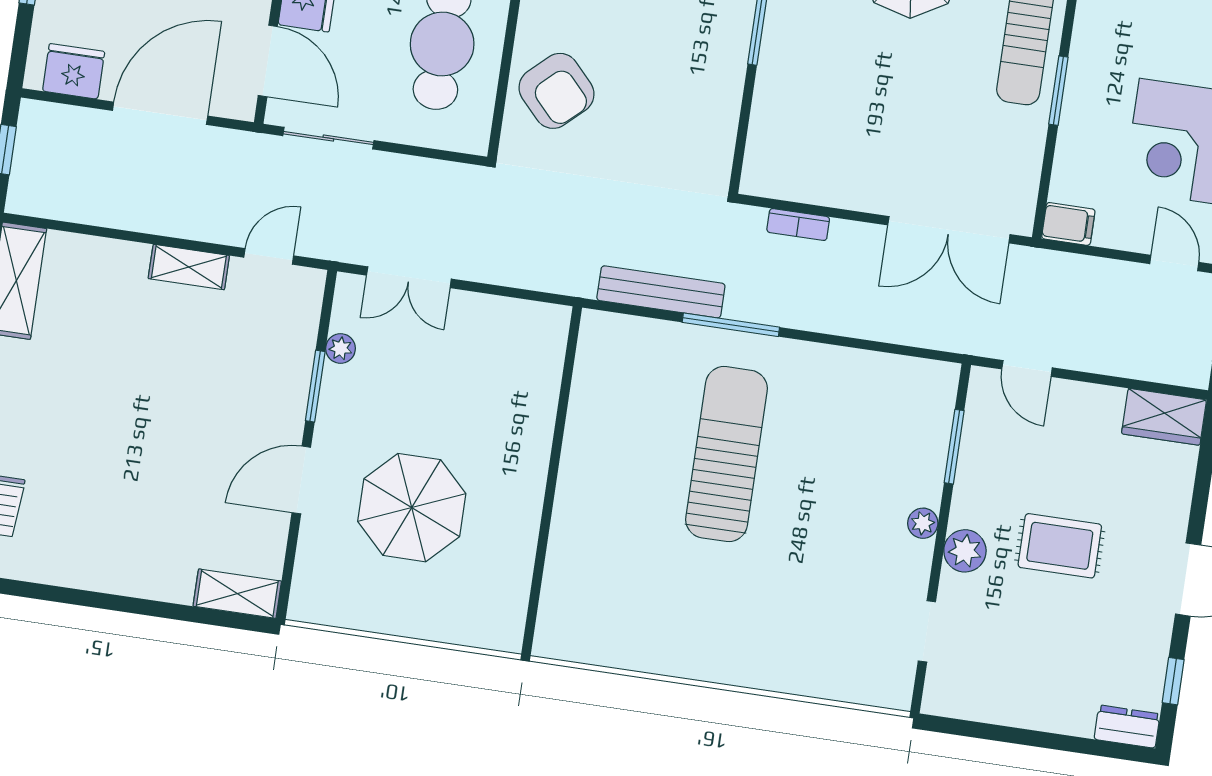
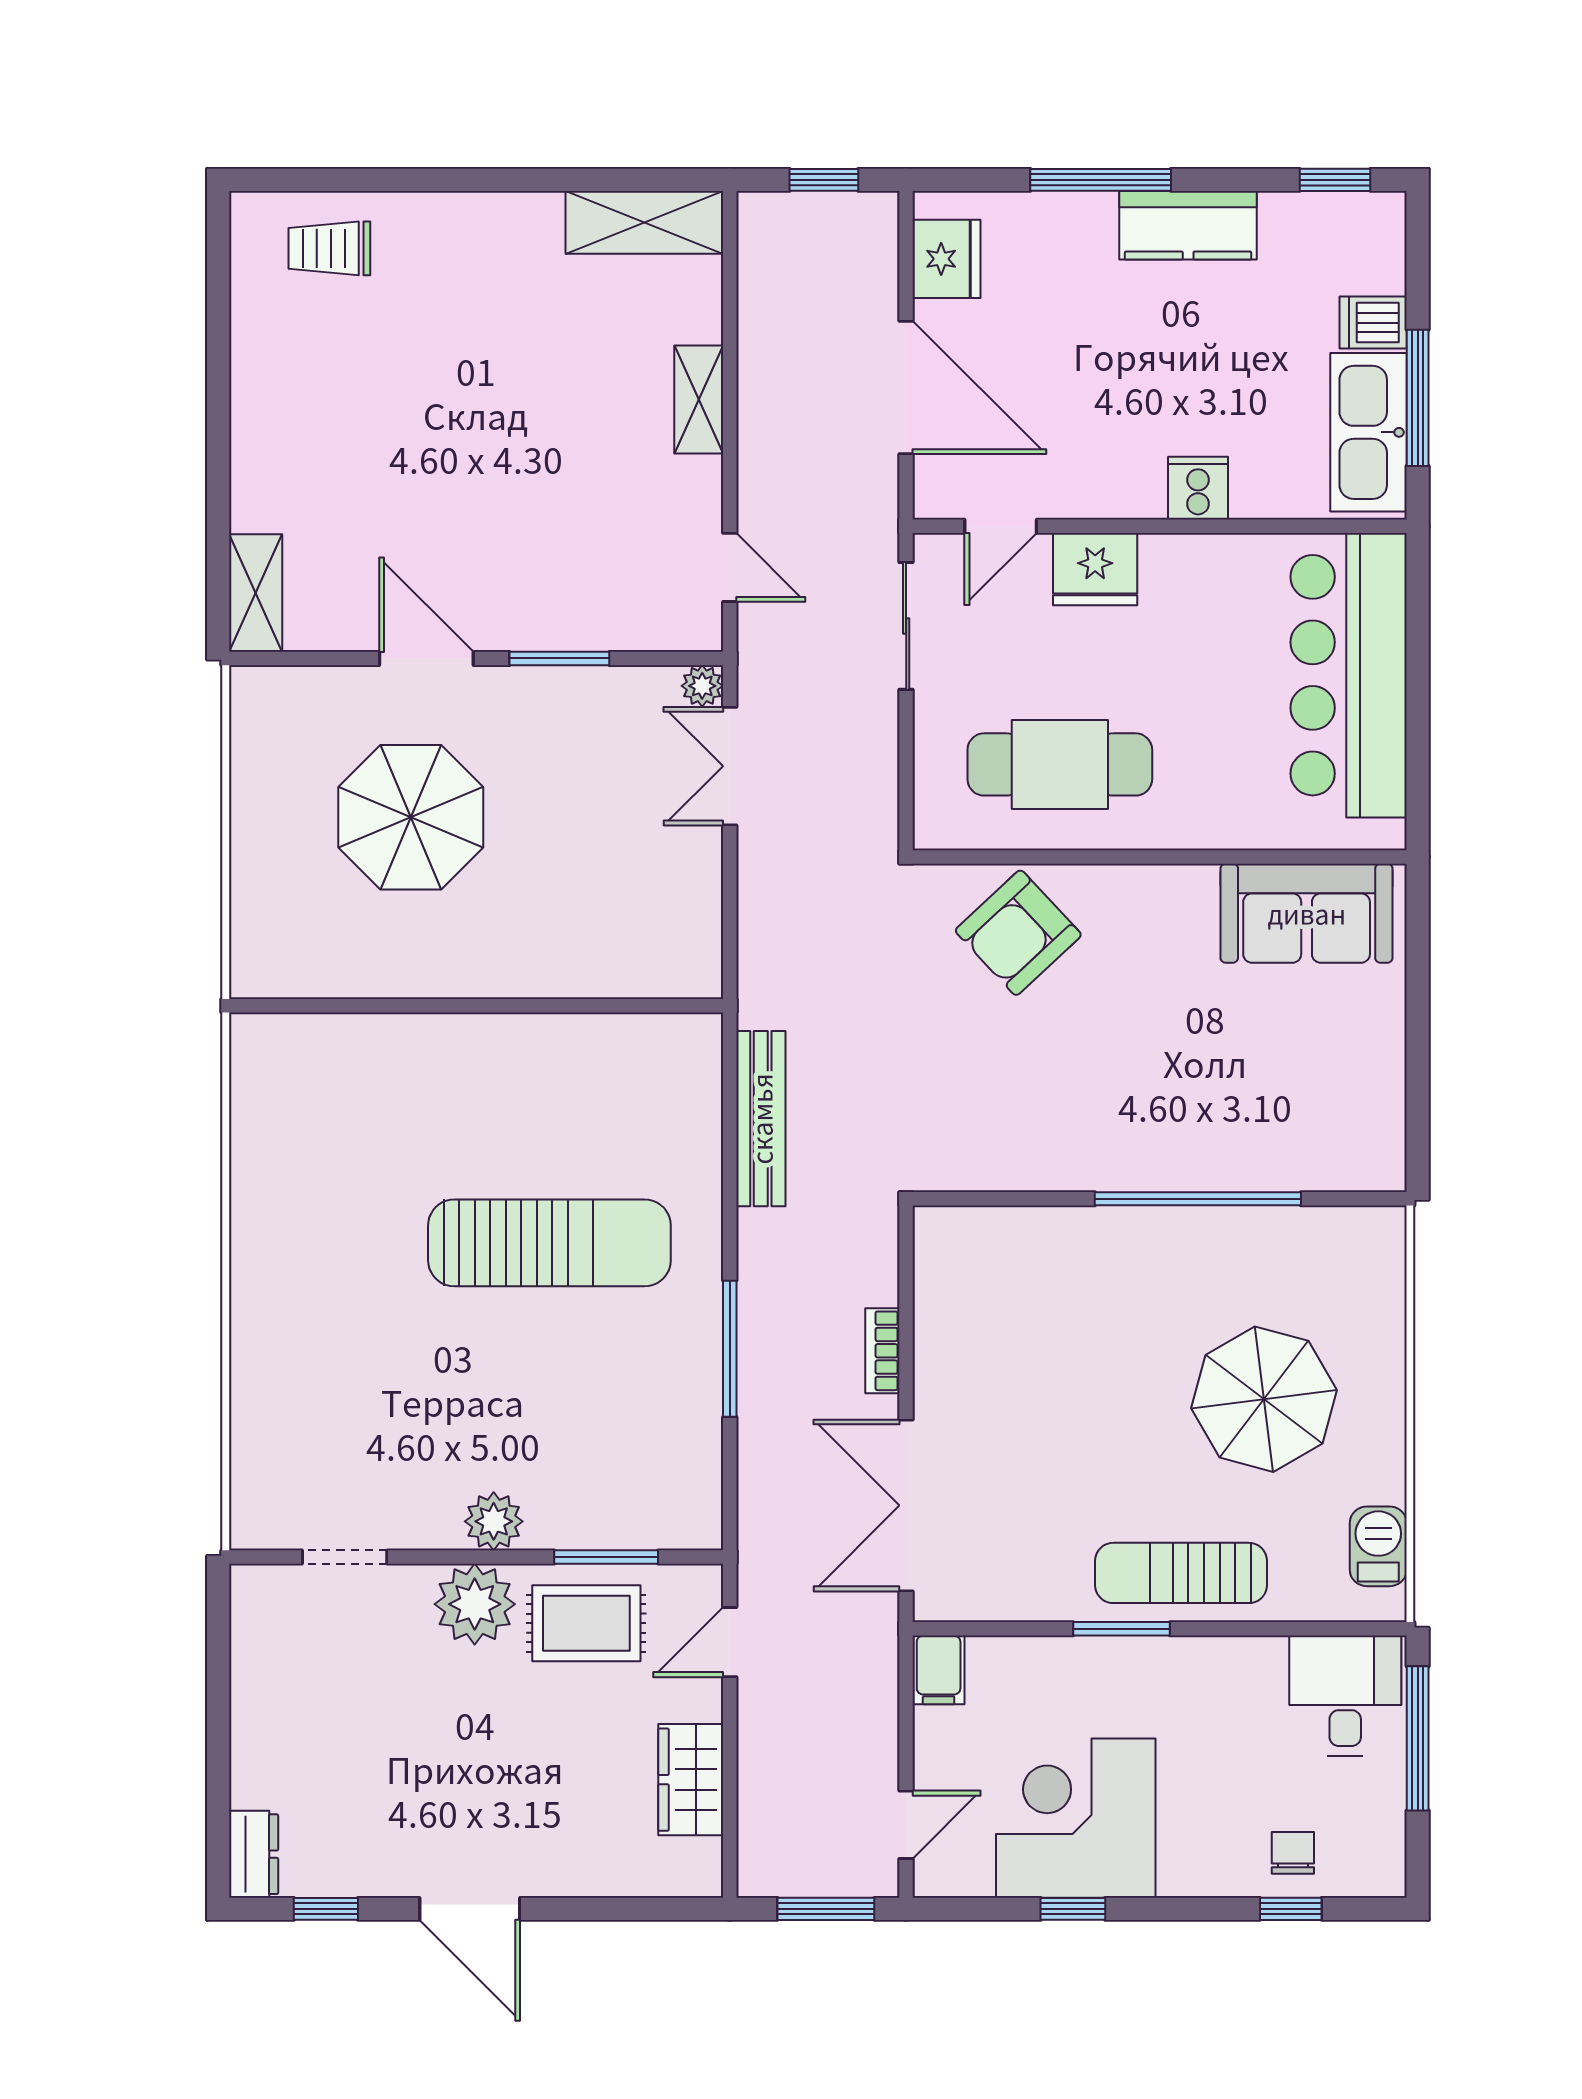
door: (268, 61) -> (1001, 526), width x0.73
bookcase: (798, 225) -> (882, 1351), moved
shelving: (189, 267) -> (699, 399), moved
window: (731, 325) -> (730, 1349), moved
plant: (341, 348) -> (702, 686), moved
wardrobe: (1164, 417) -> (691, 1780), moved
plant: (923, 523) -> (494, 1521), width x1.38, depth x1.38
rug: (1060, 546) -> (586, 1623), moved, turned 90
plant: (965, 551) -> (475, 1604), width x1.36, depth x1.36

